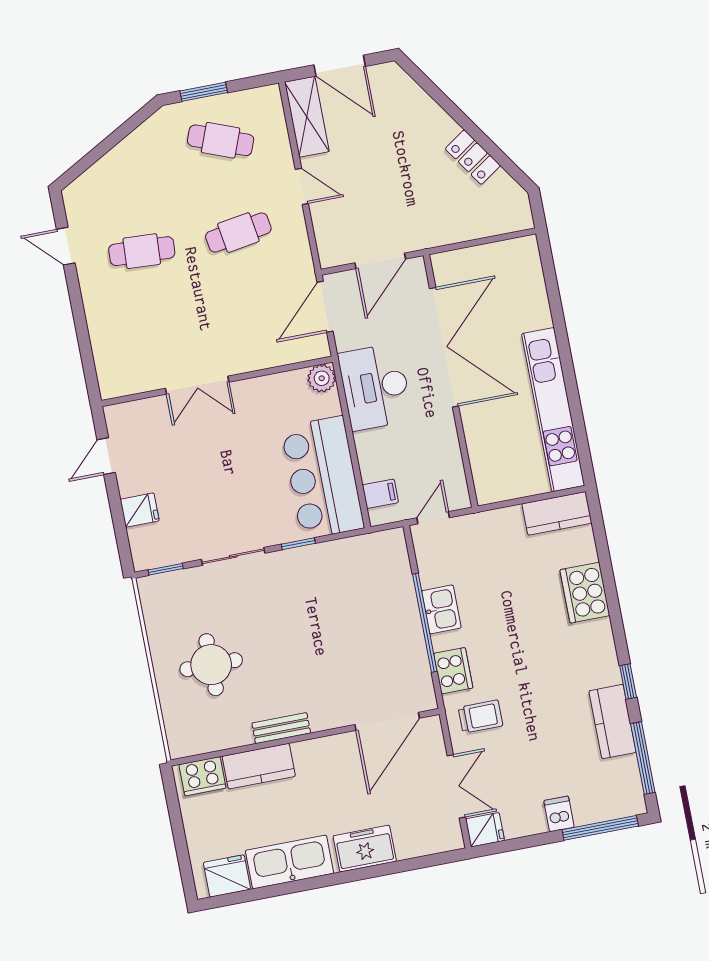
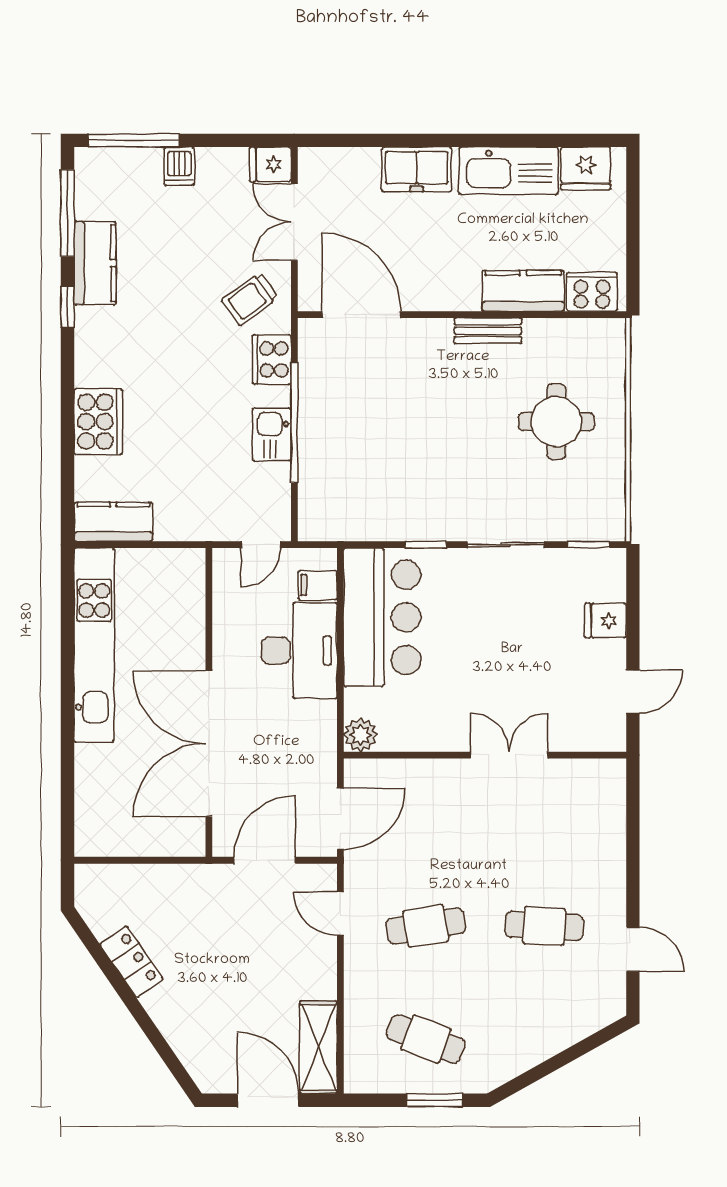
door: (302, 186) -> (340, 914), moved
desk: (375, 387) -> (299, 650), moved
trolley: (480, 717) -> (250, 299), turned -36
door: (387, 721) -> (361, 315), hinge flipped

